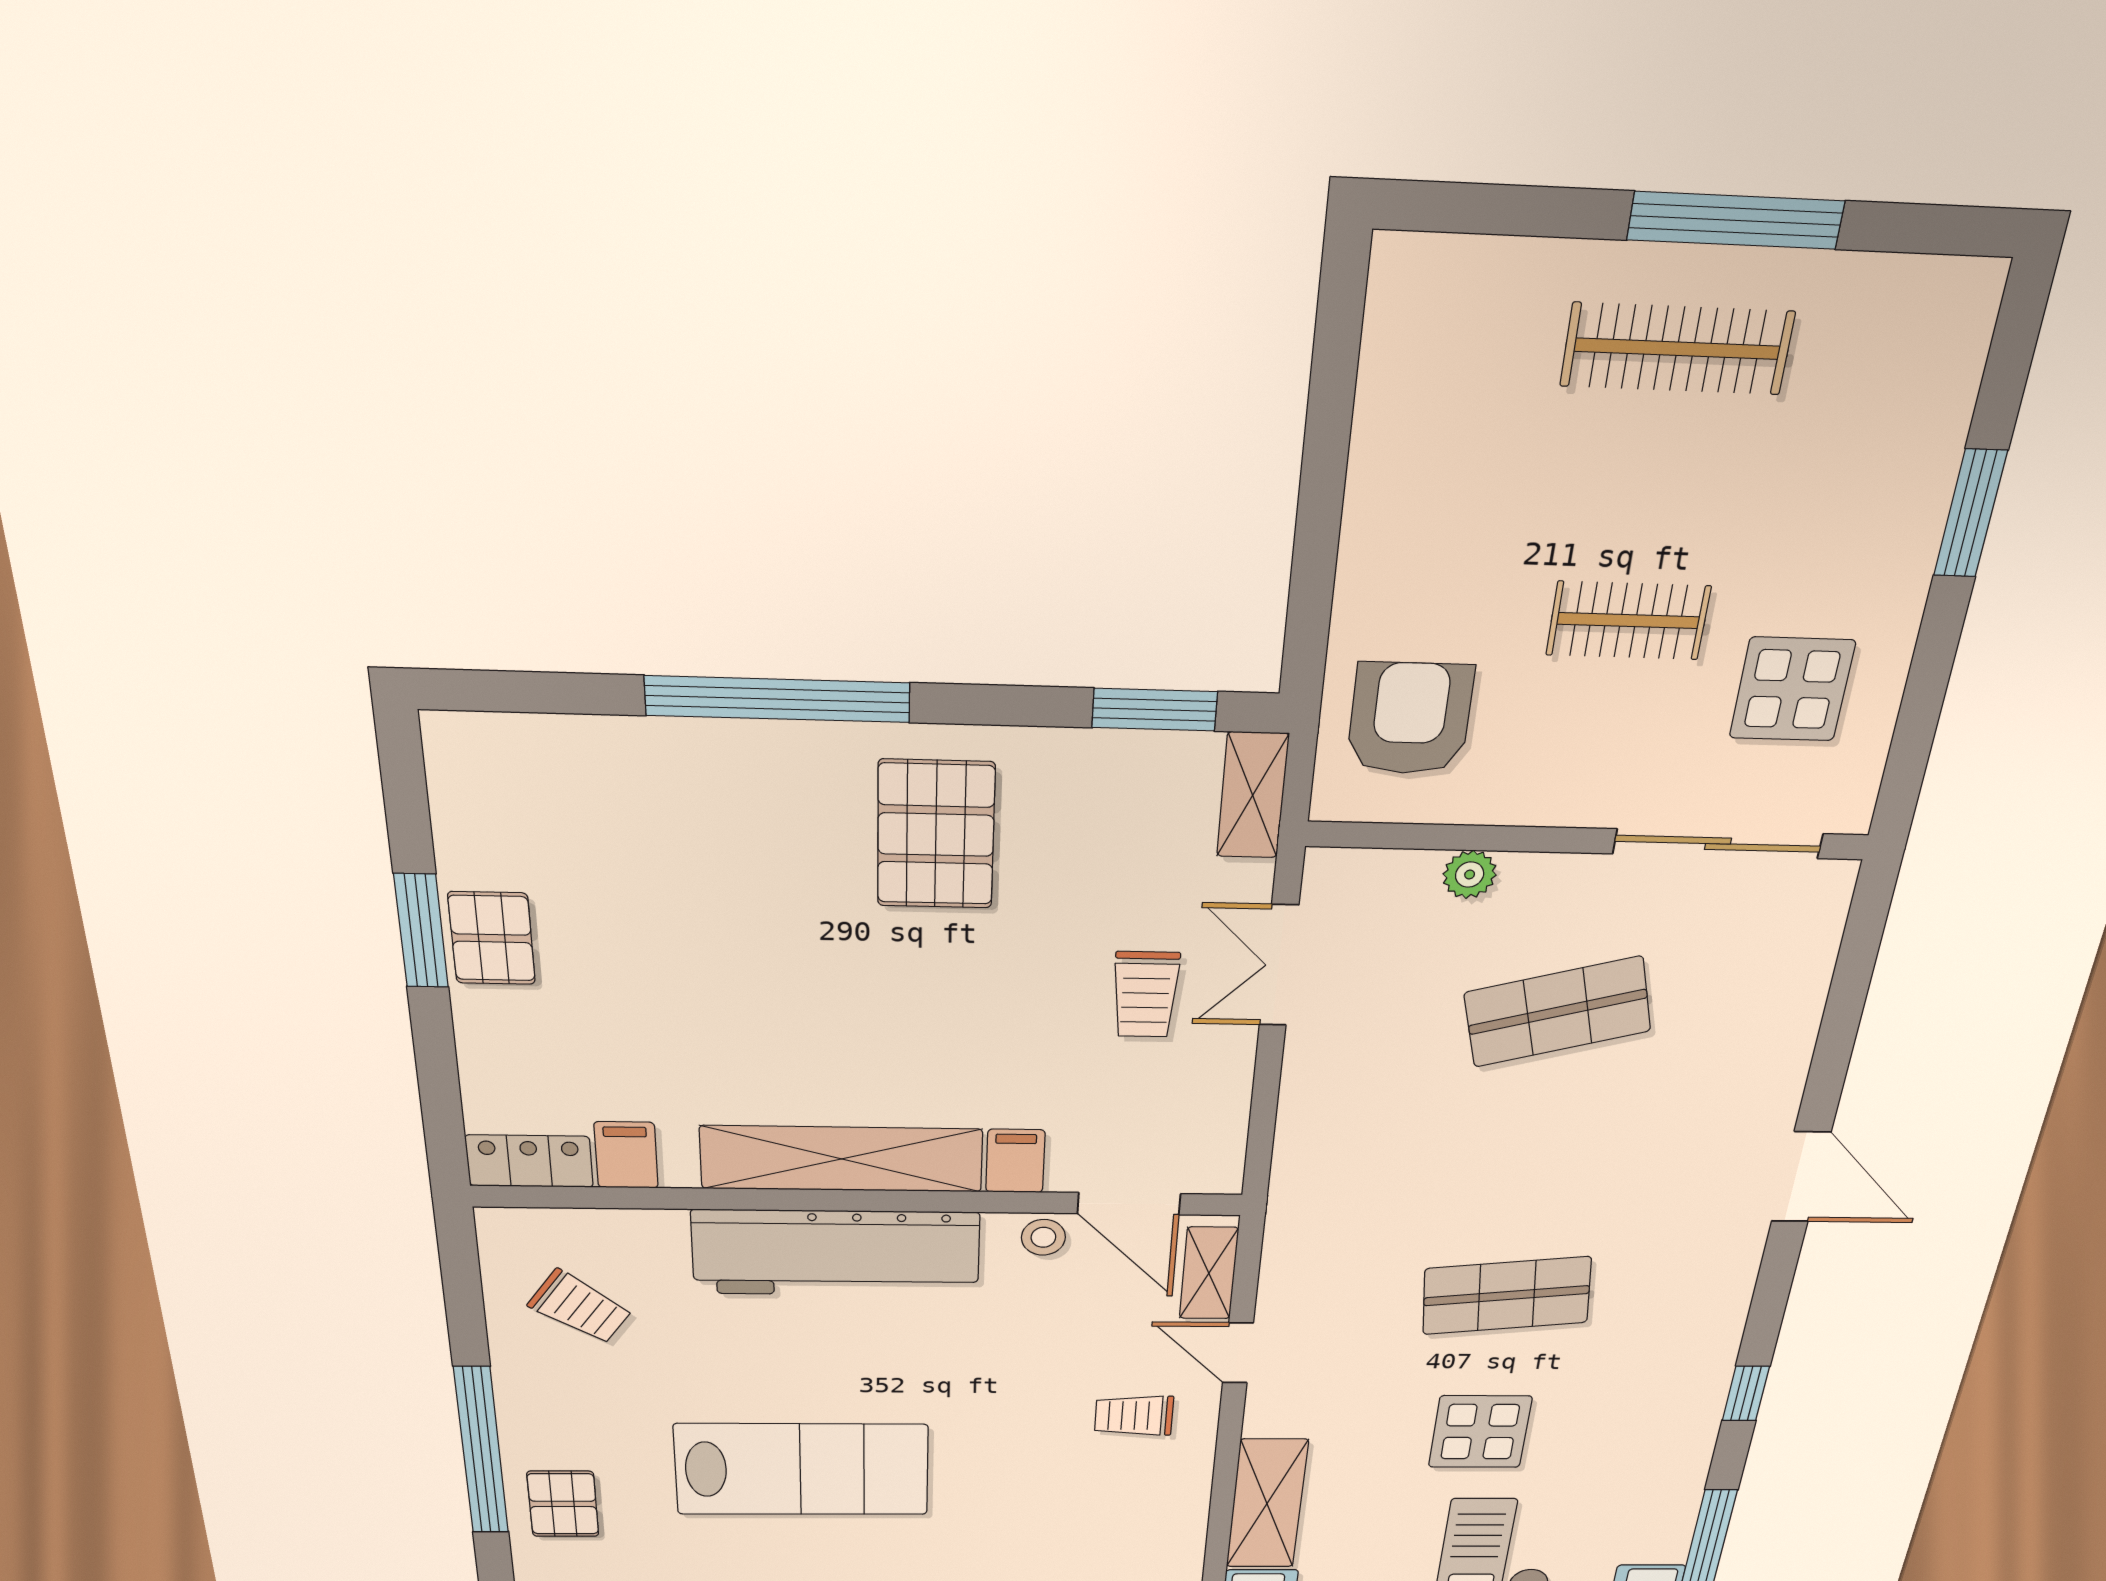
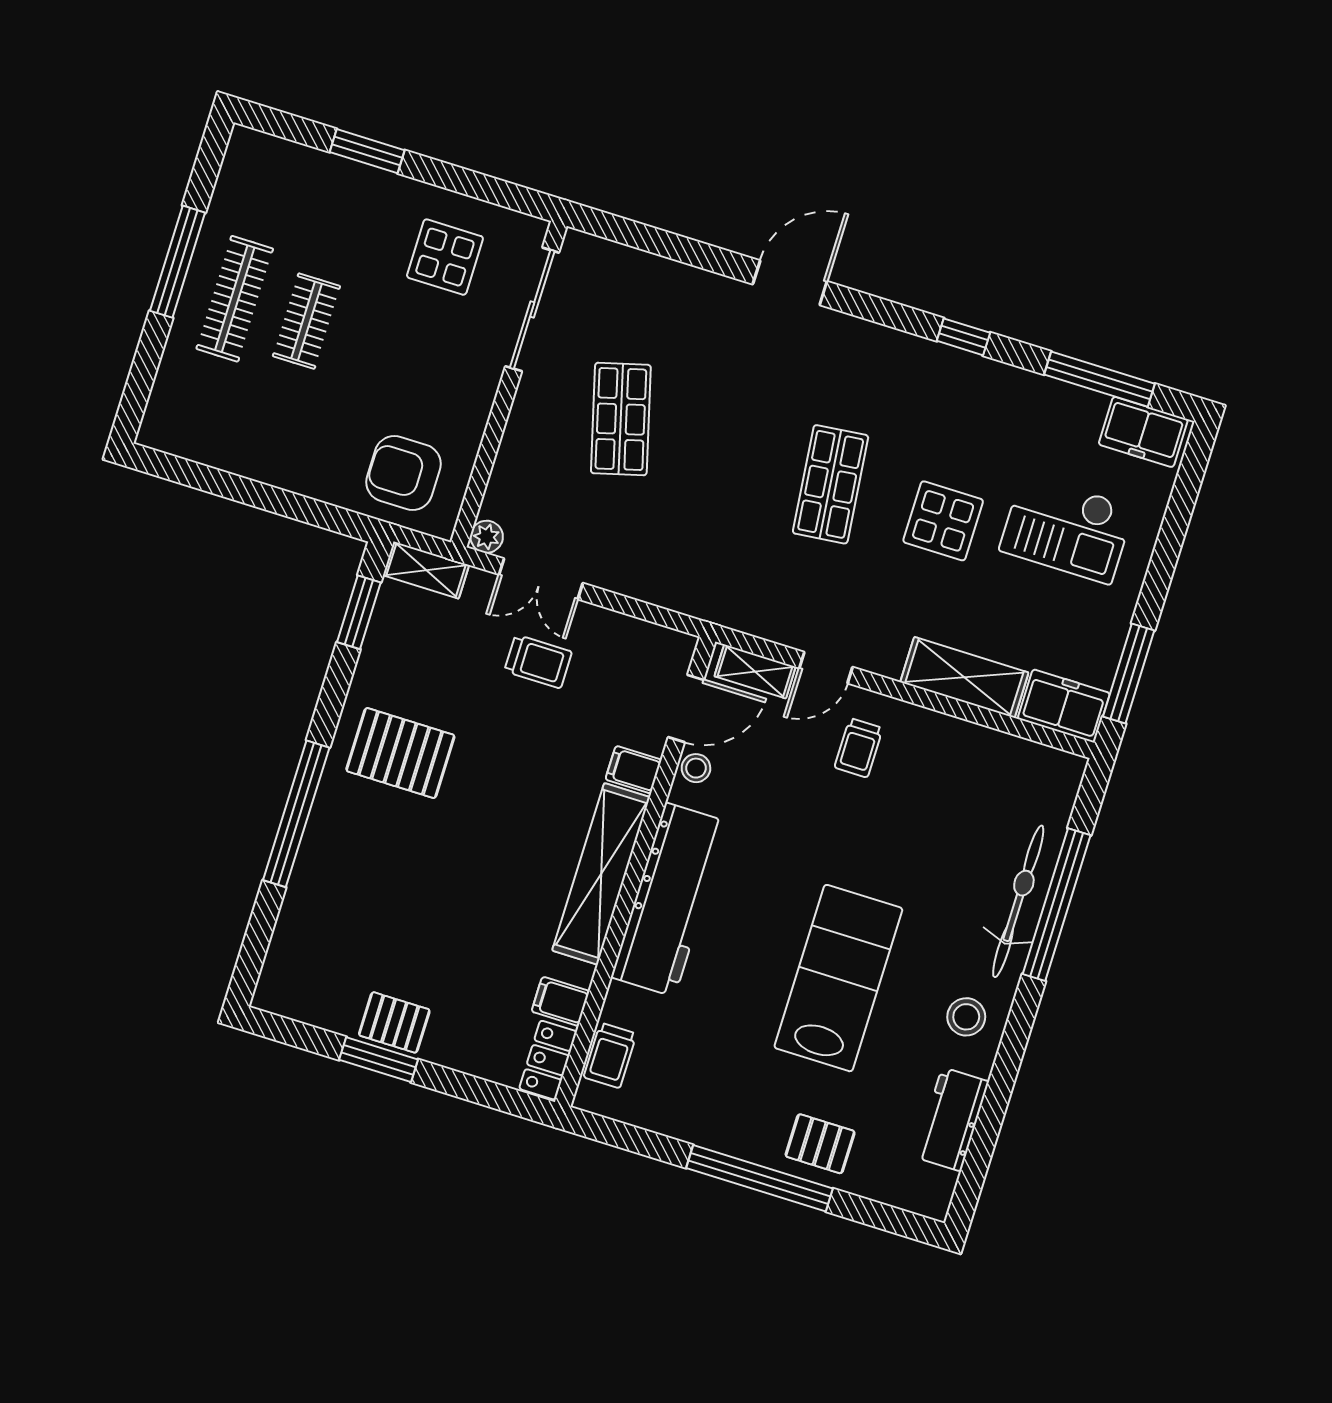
clothes rail: (1628, 621) -> (306, 321), moved
plant: (1470, 874) -> (487, 537), moved
trolley: (580, 1307) -> (610, 1055), moved, turned 145

